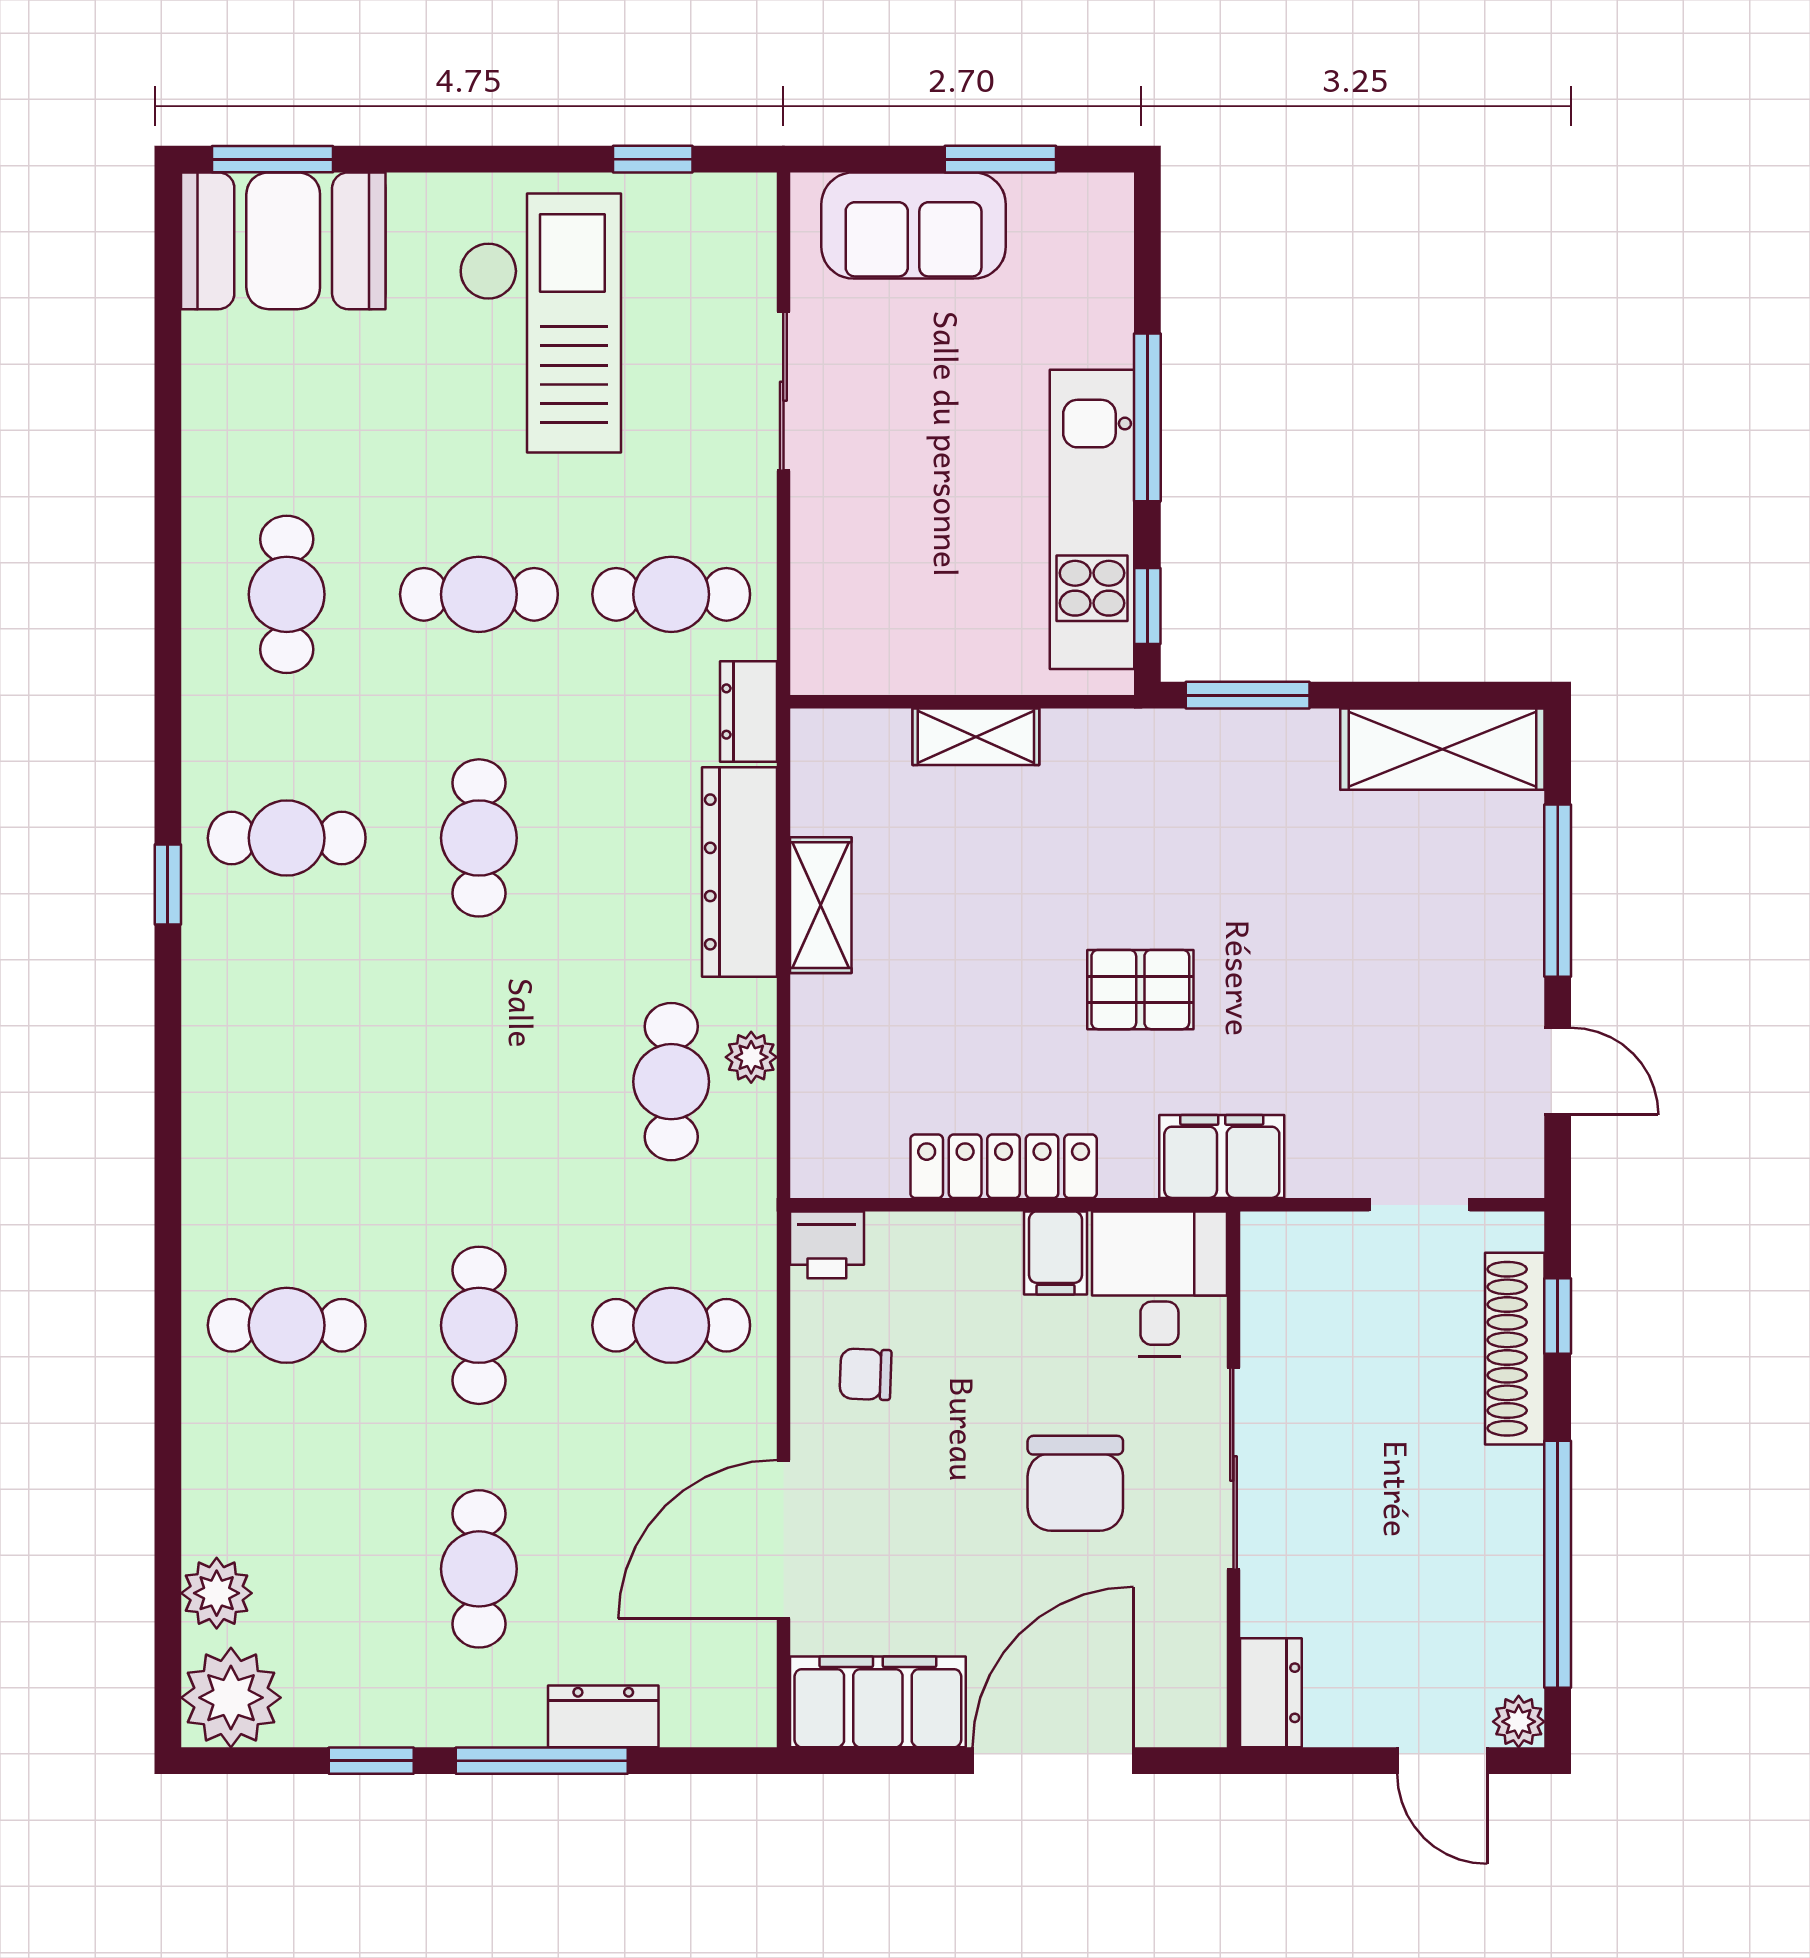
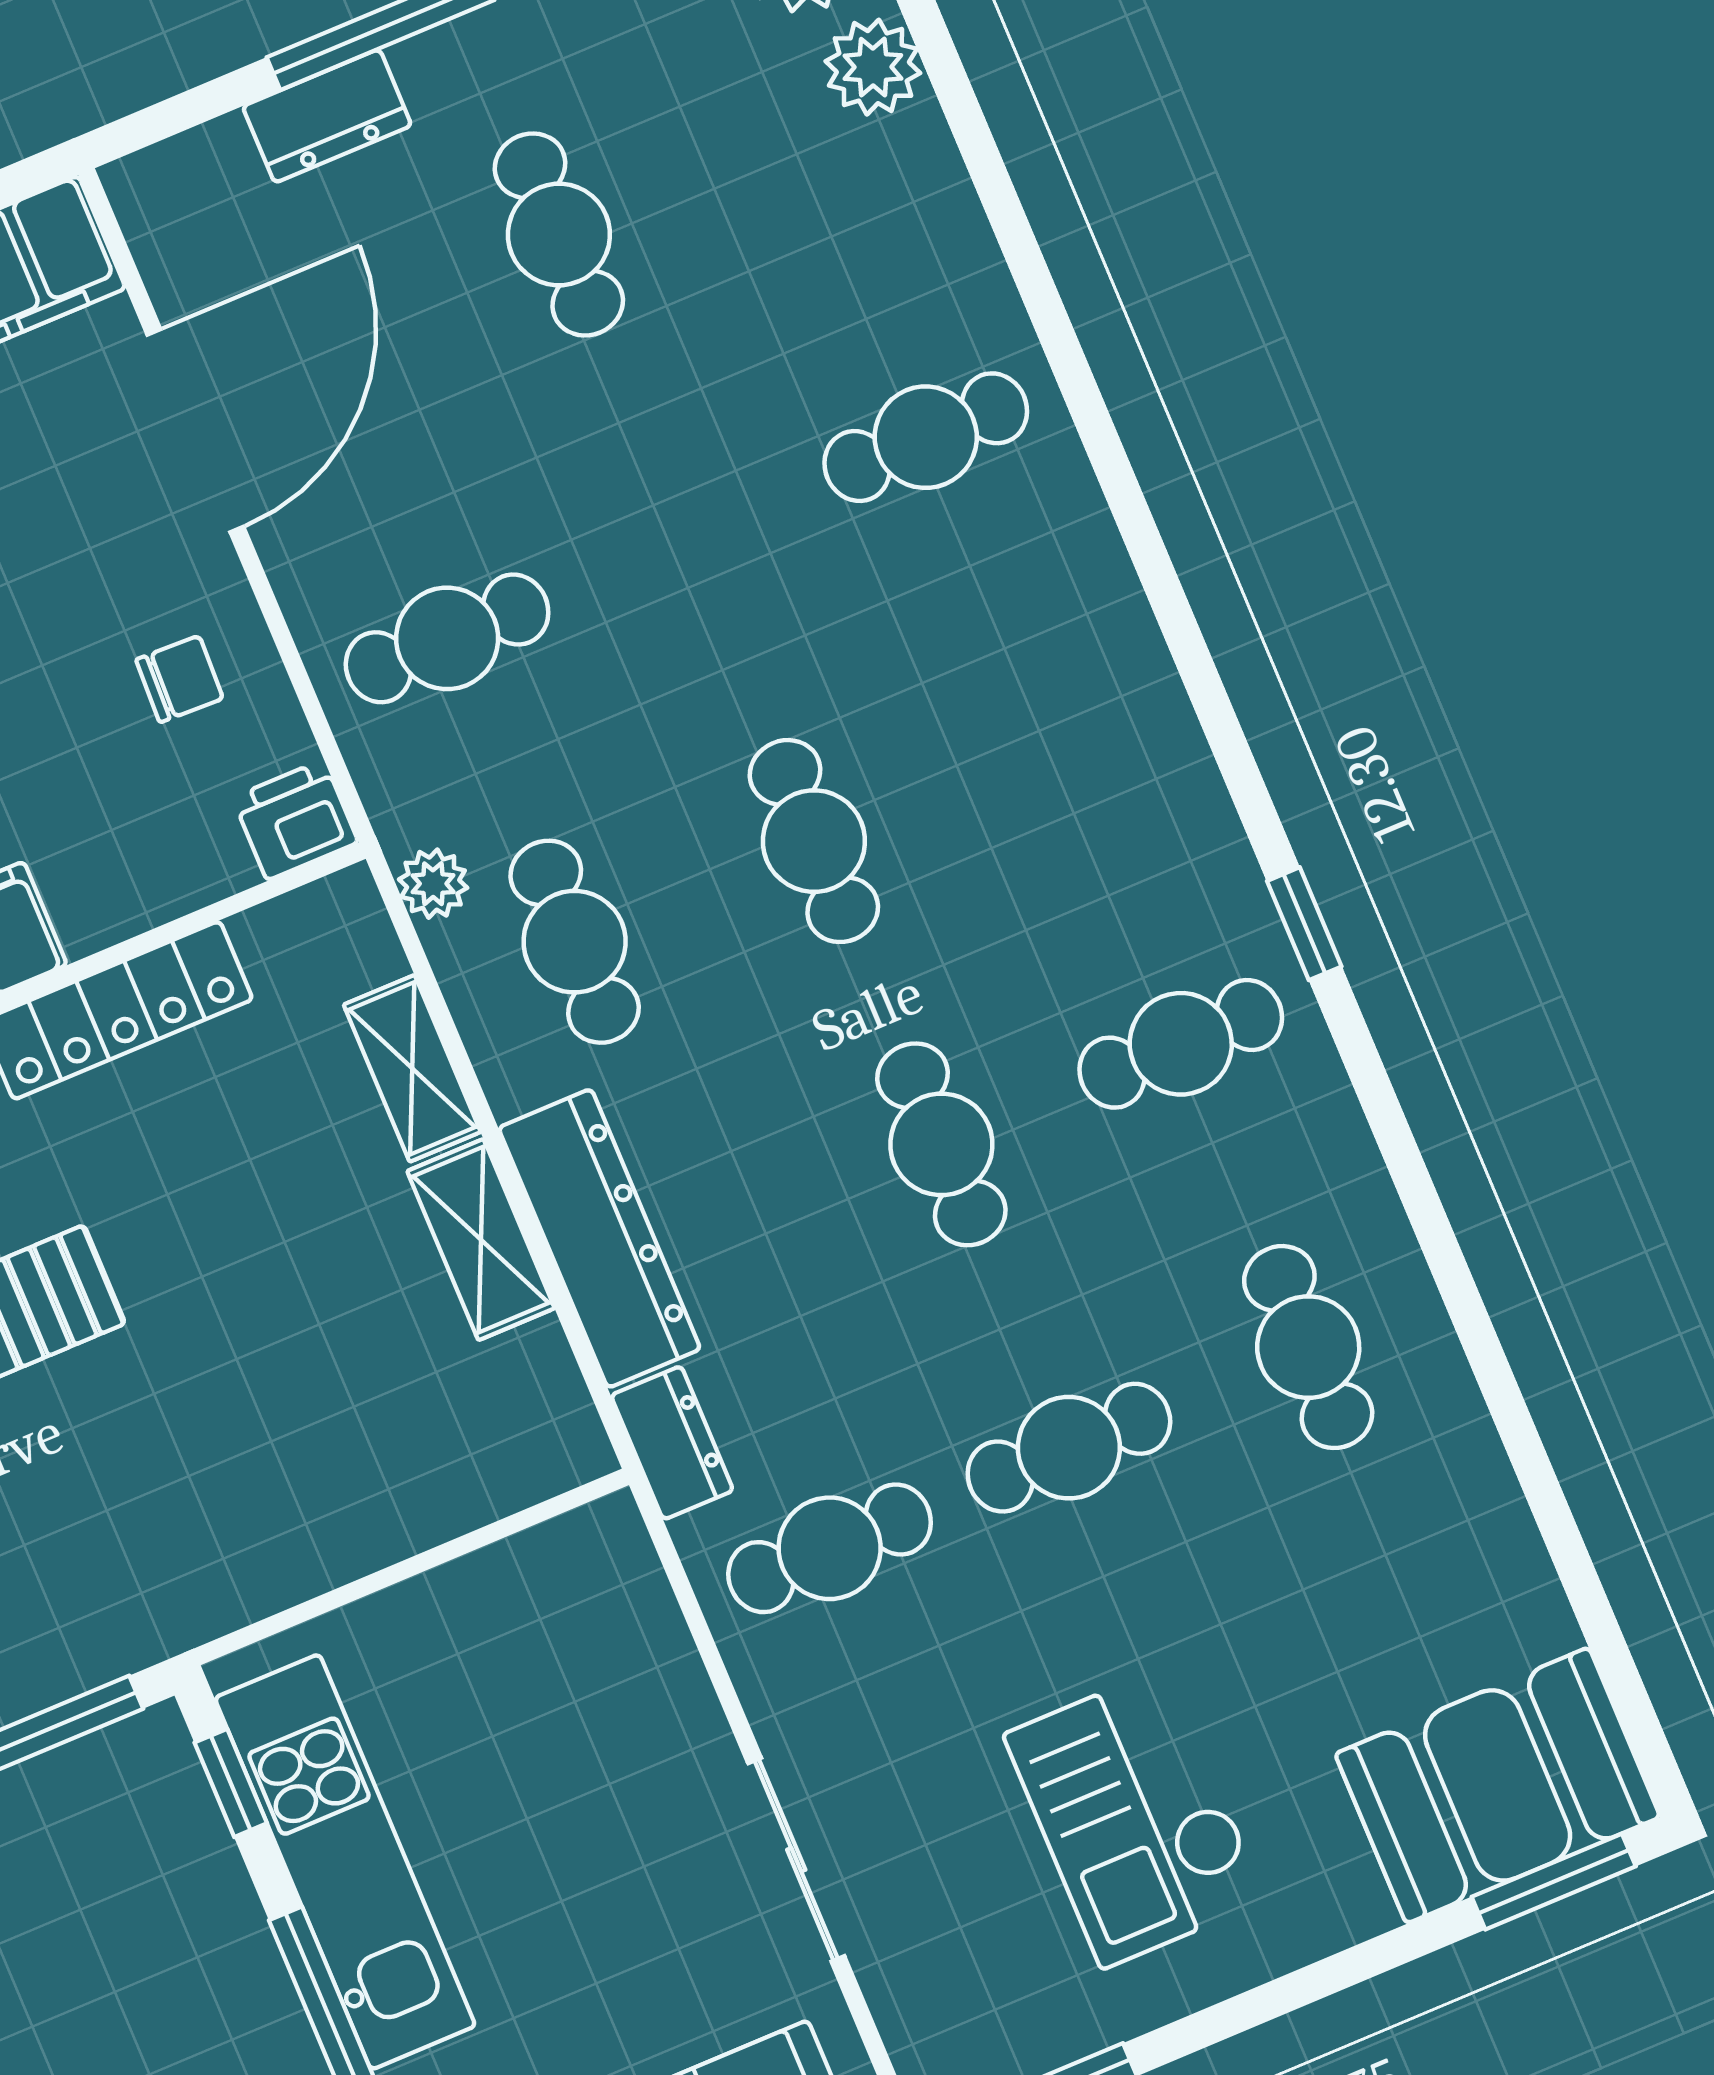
checkout: (540, 323) -> (1135, 1817), width x0.73, depth x0.83
shelving: (976, 737) -> (412, 1068), moved, turned 90
plant: (751, 1057) -> (433, 884), moved
cafe table: (479, 1325) -> (814, 841), moved

